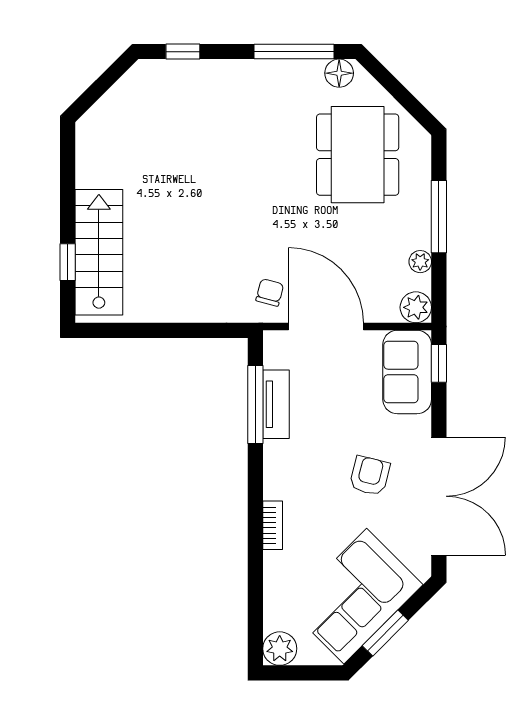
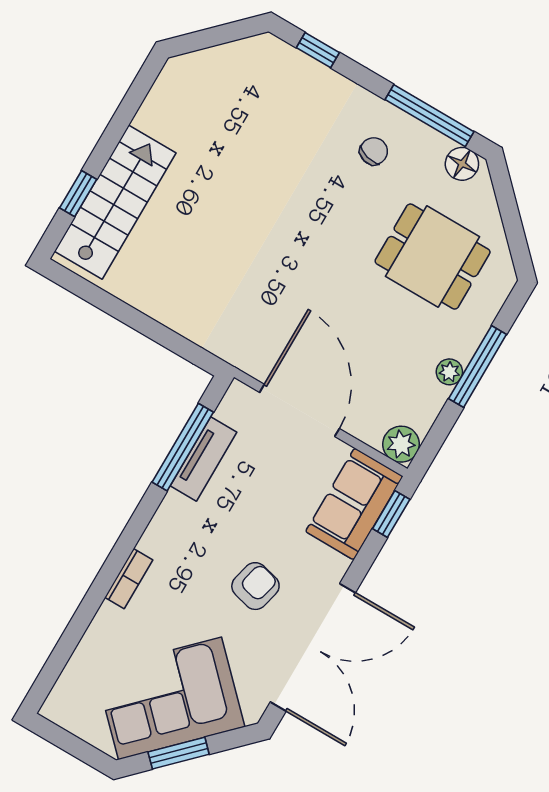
dining table: (358, 155) -> (433, 257), width x0.73
plant: (420, 262) -> (449, 372), moved
chair: (270, 292) -> (374, 151), moved
plant: (280, 649) -> (63, 707), removed

